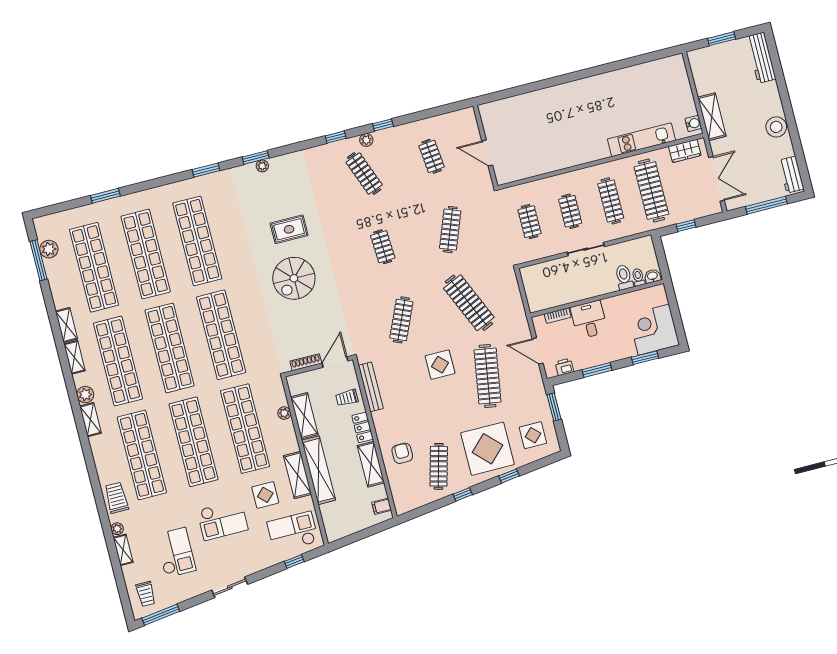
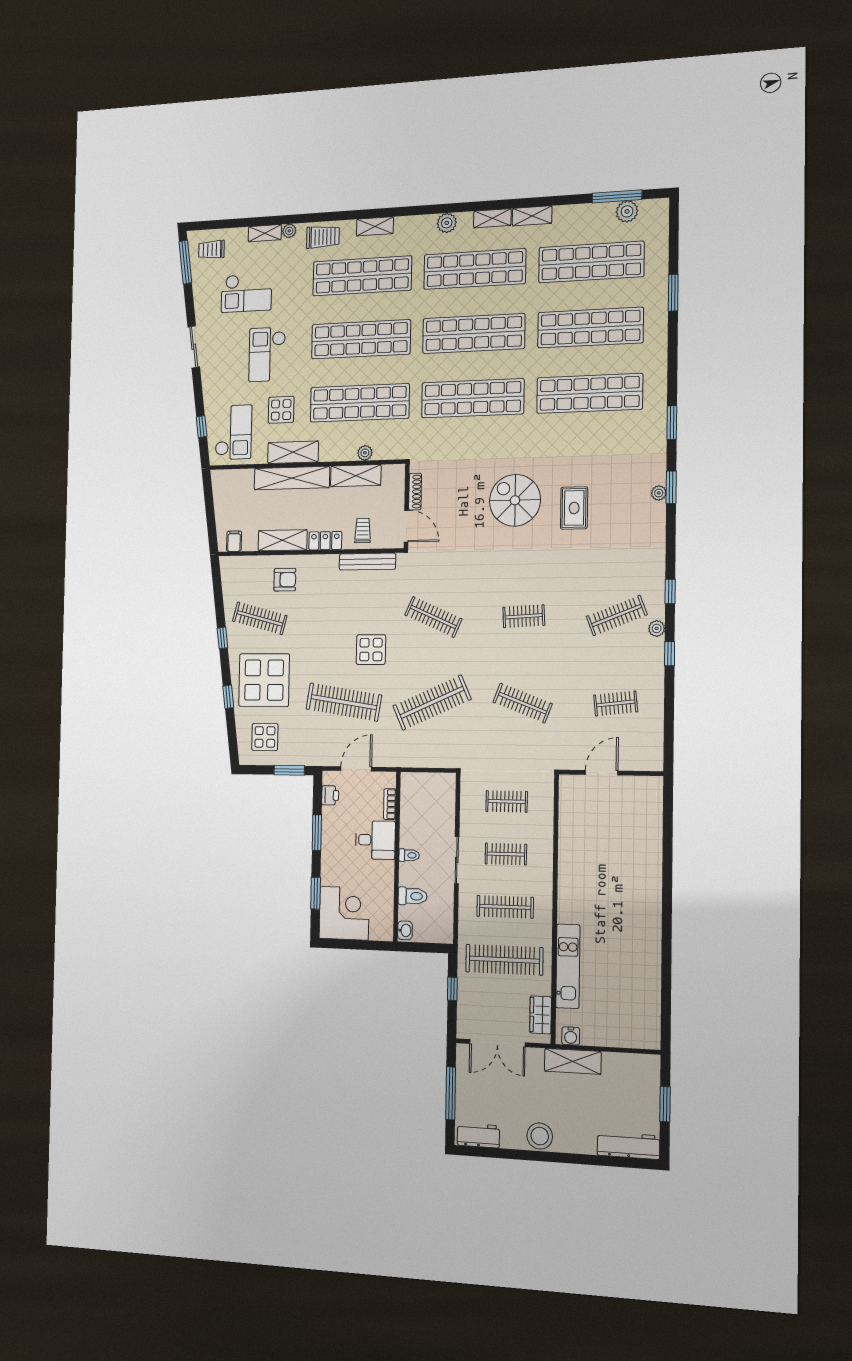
toilet: (638, 277) -> (409, 855), moved
shelving: (90, 420) -> (375, 226), moved

